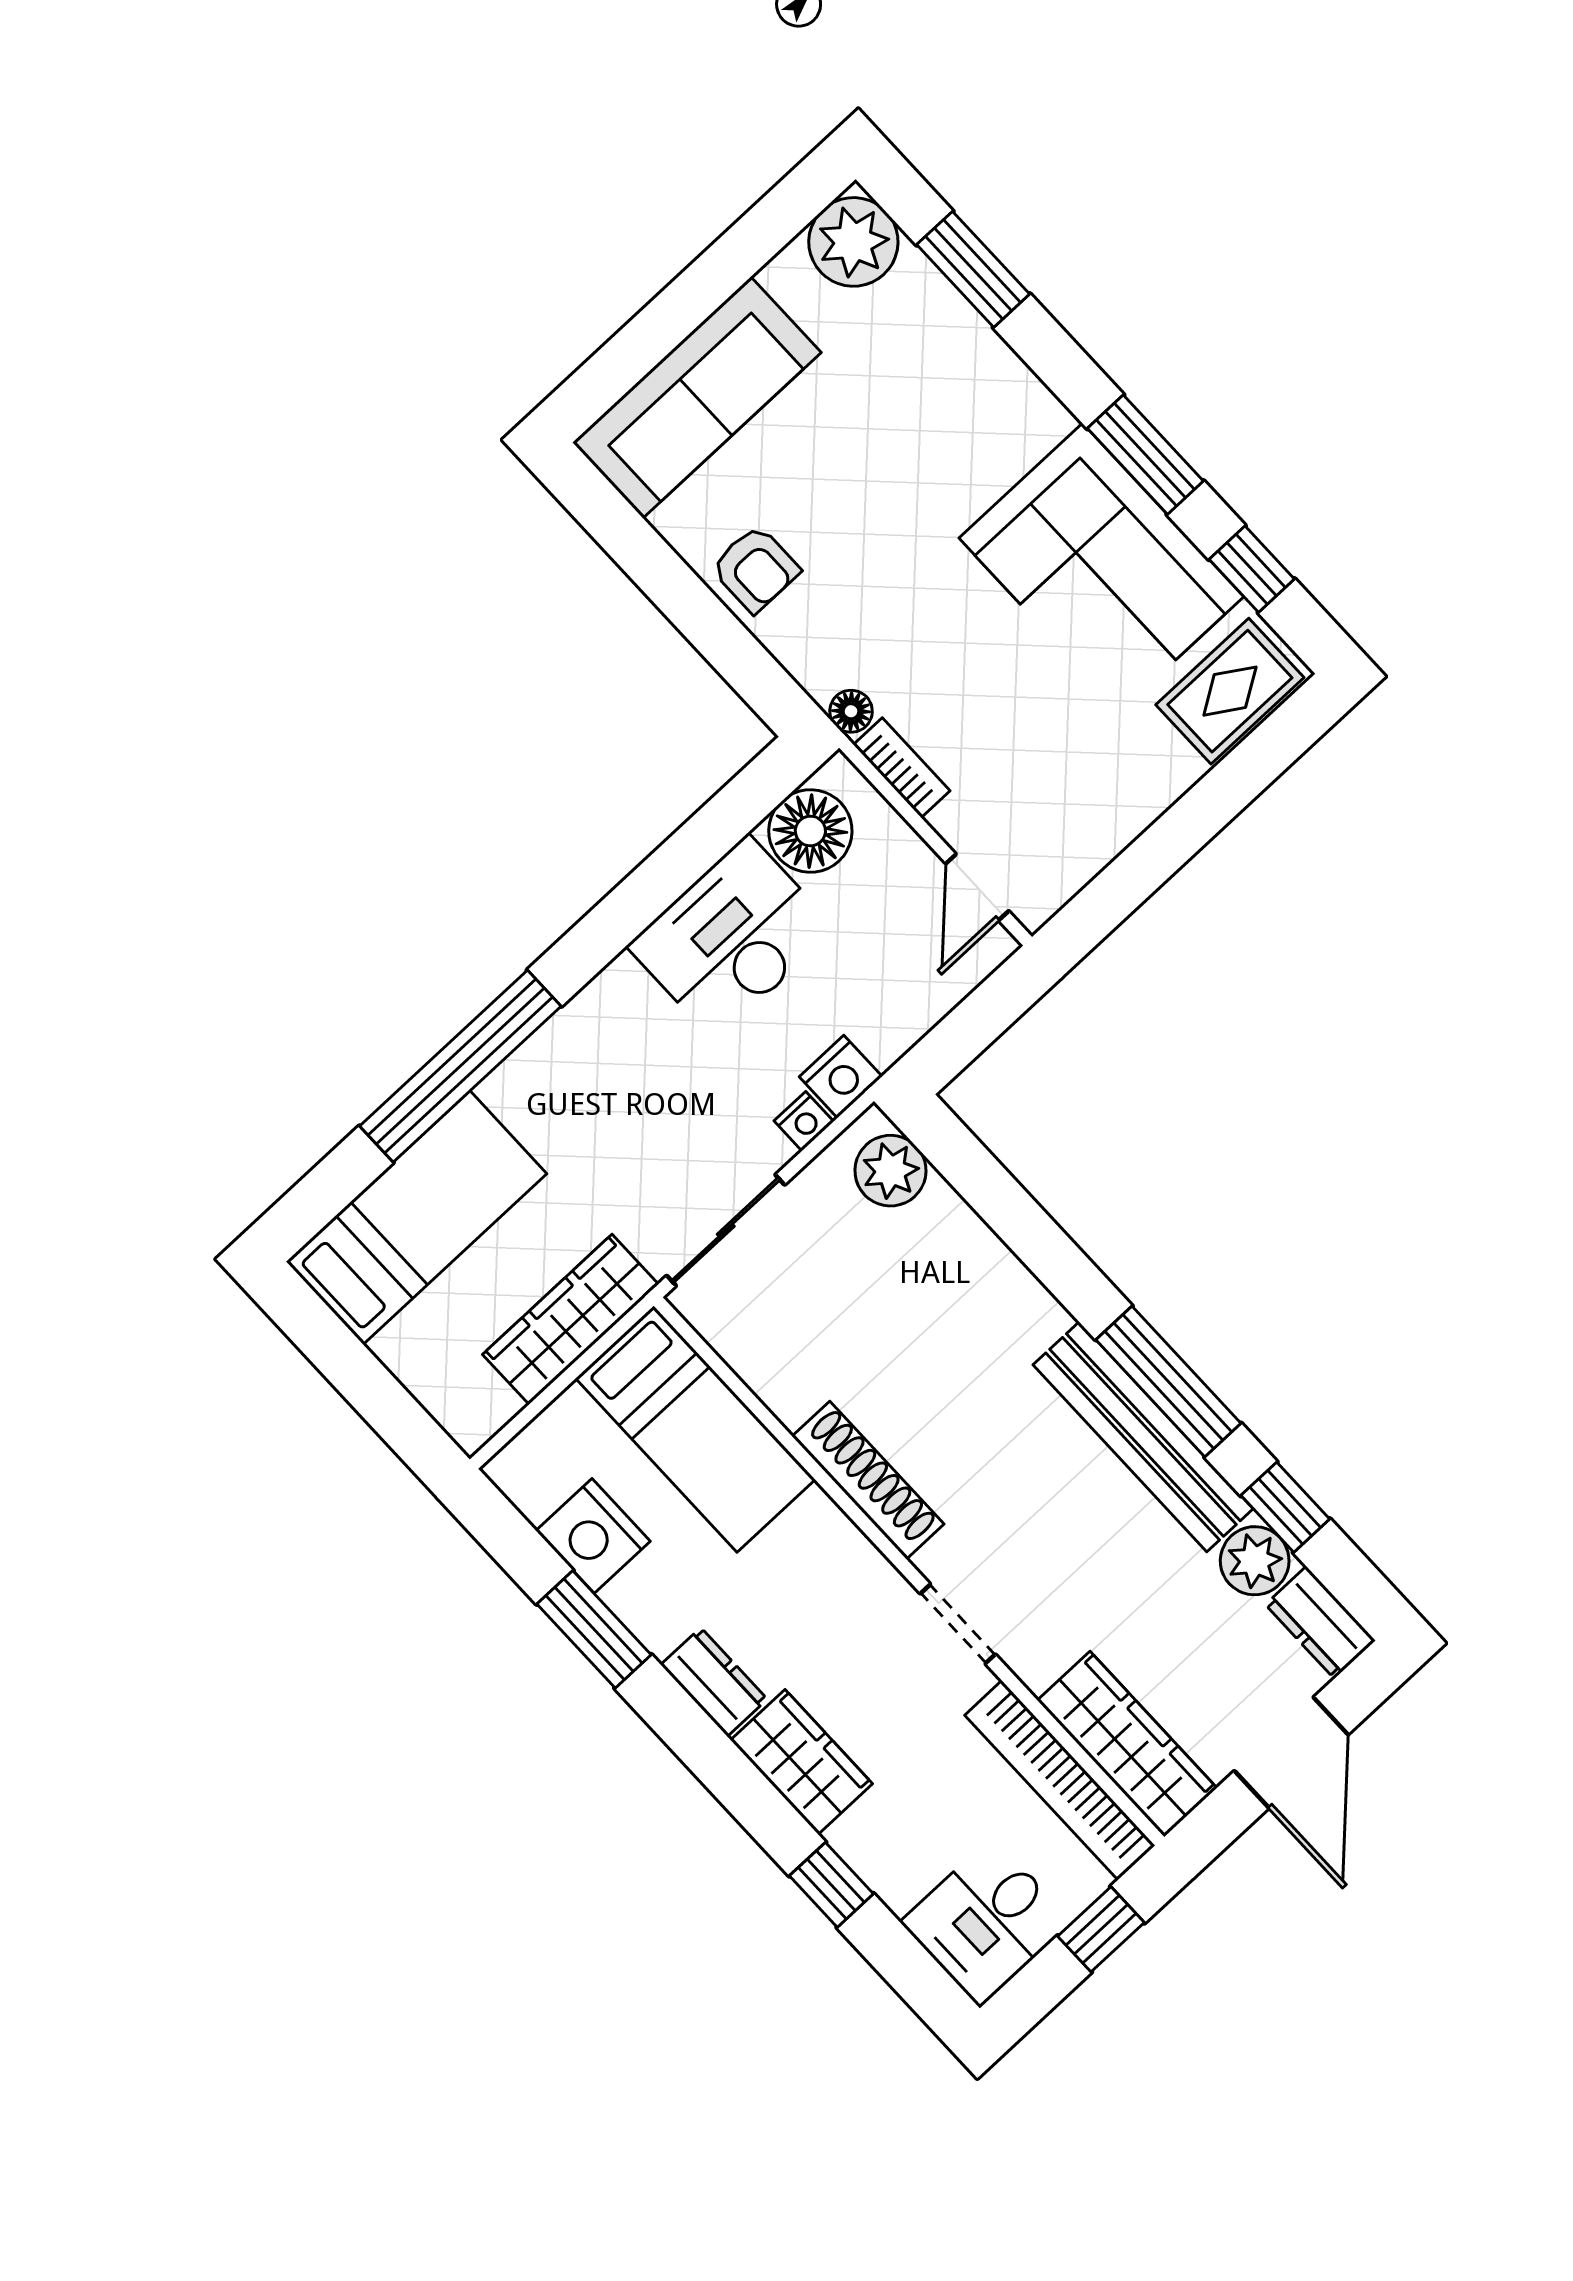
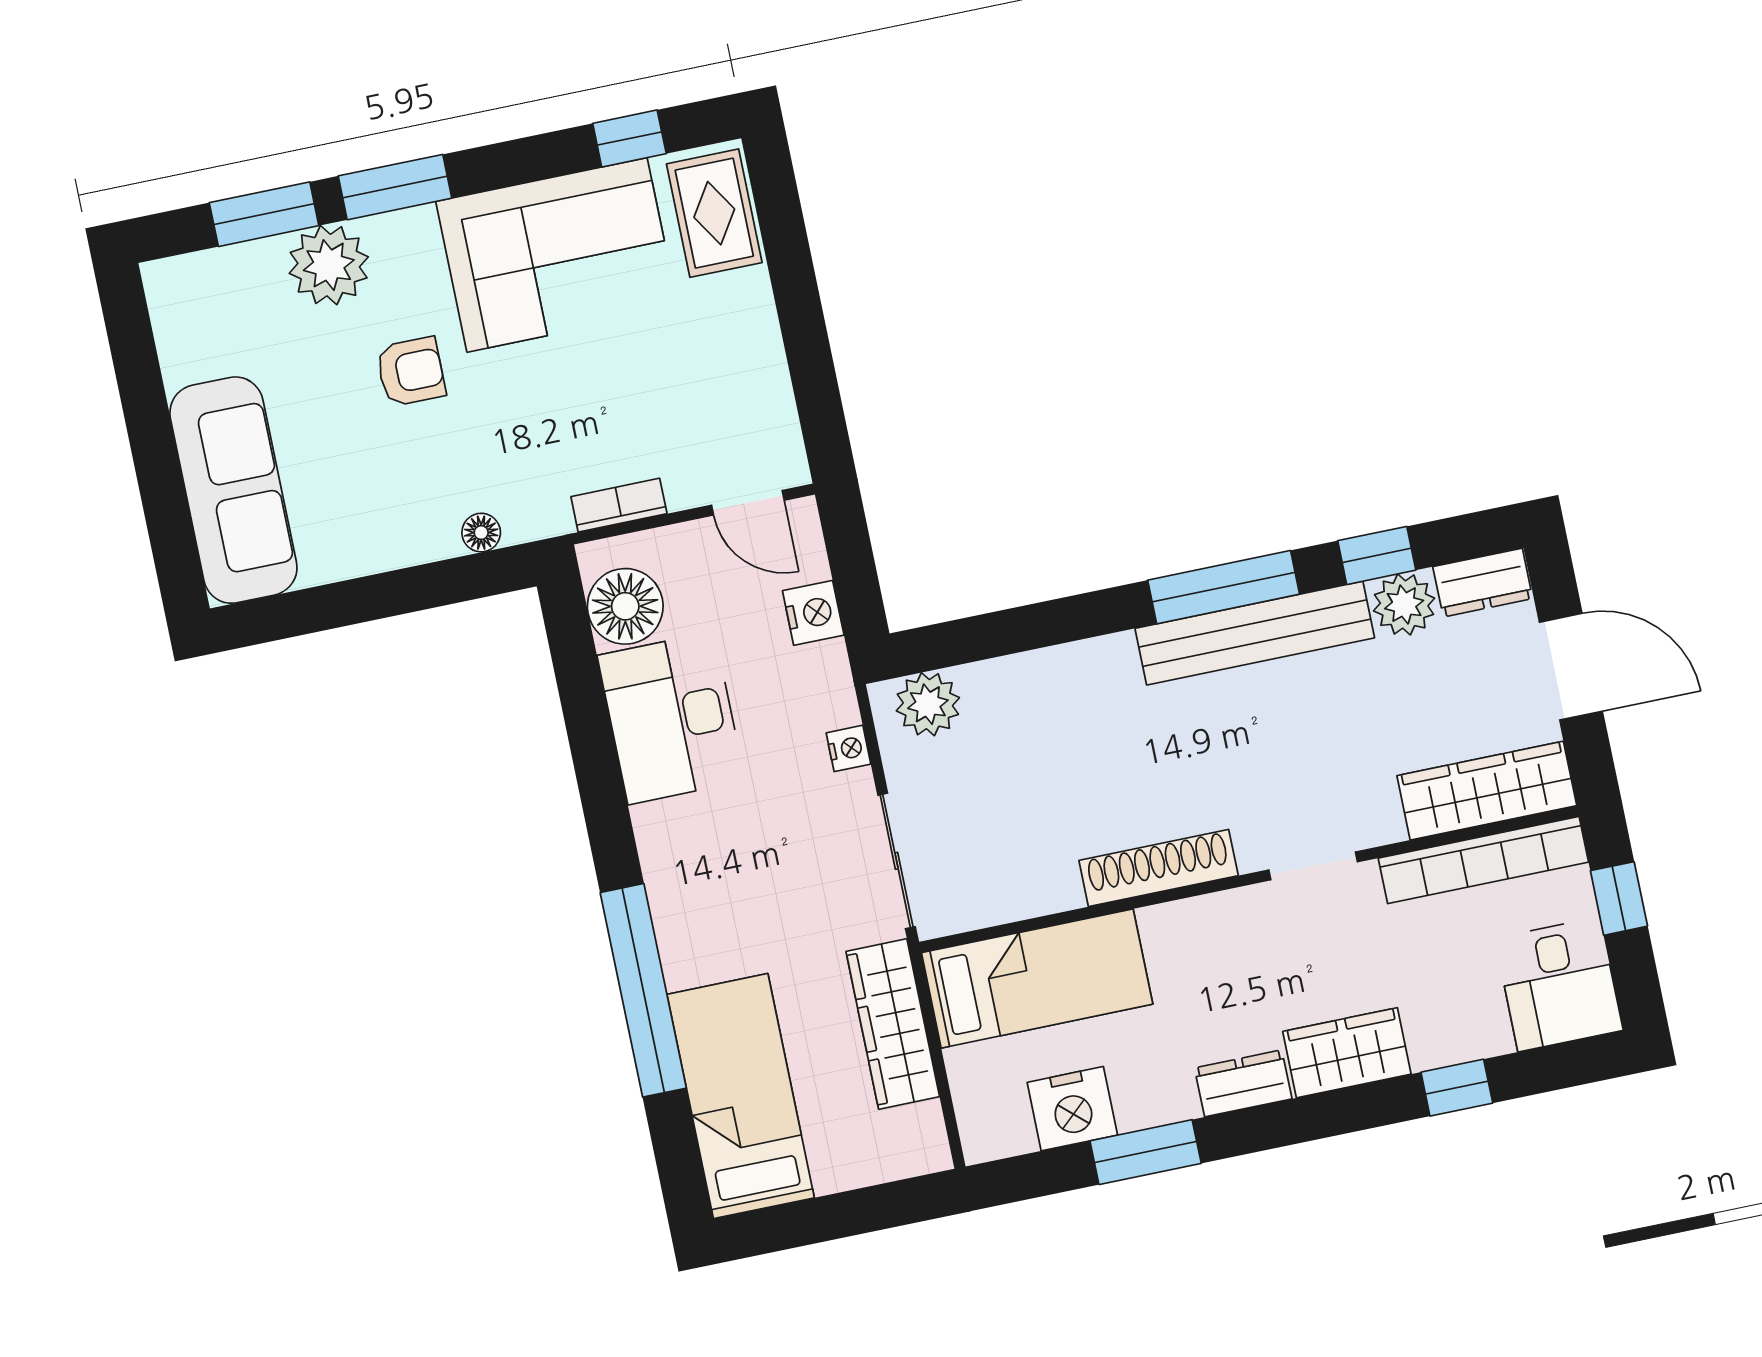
plant: (853, 242) -> (329, 265), moved
window: (1145, 455) -> (395, 187), moved
armchair: (755, 569) -> (411, 372), moved
floor lamp: (851, 711) -> (481, 533), moved
nightstand: (841, 1077) -> (813, 613), moved

